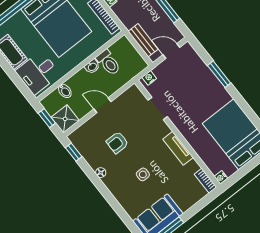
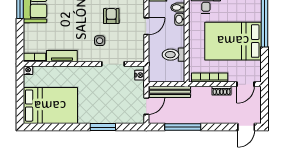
bench: (143, 40) -> (170, 92), width x1.36
washbasin: (92, 67) -> (180, 19), moved
tv unit: (178, 148) -> (62, 56), moved
side table: (143, 174) -> (100, 41), moved

